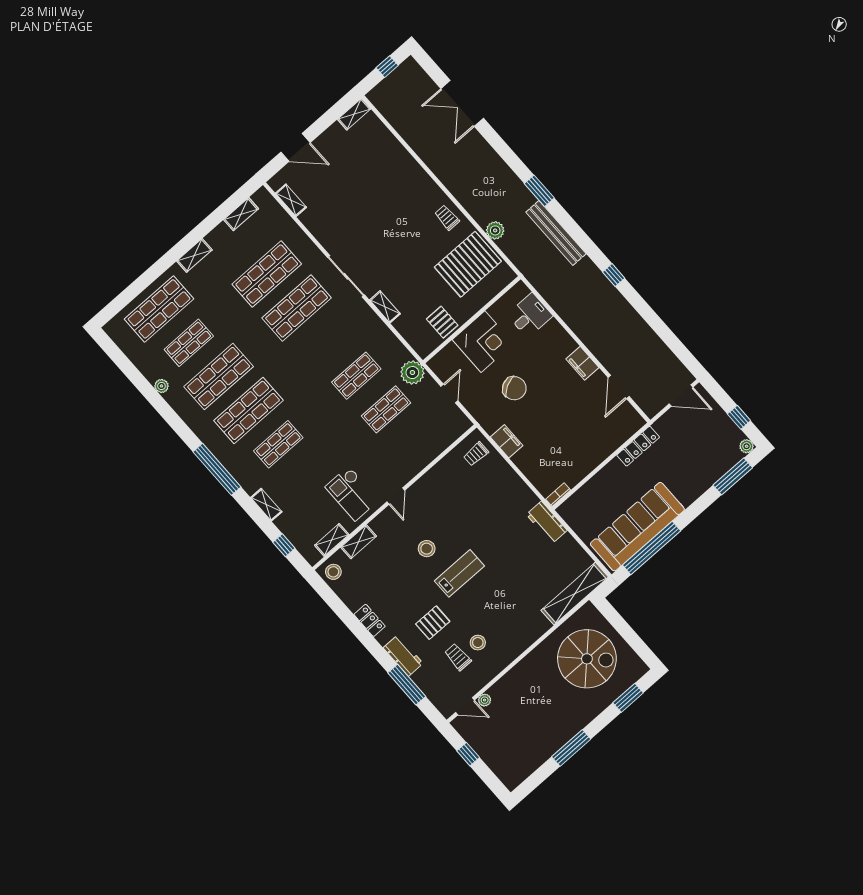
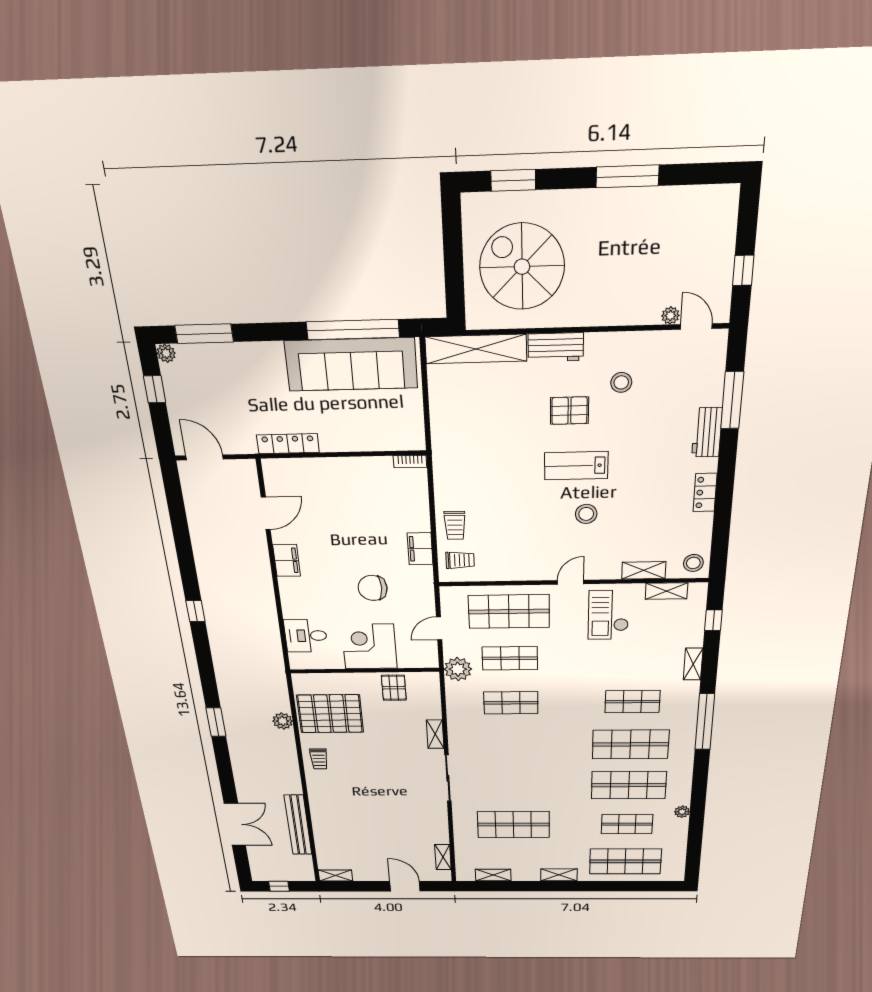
bench: (556, 233) -> (298, 825), moved
shop shelf: (297, 308) -> (509, 612), moved
chair: (514, 388) -> (373, 588), turned -62
checkout: (352, 494) -> (608, 615), turned 180
workbench: (547, 522) -> (556, 347), moved, turned 90
pallet: (433, 623) -> (569, 411), moved
trolley: (458, 657) -> (455, 525), moved

